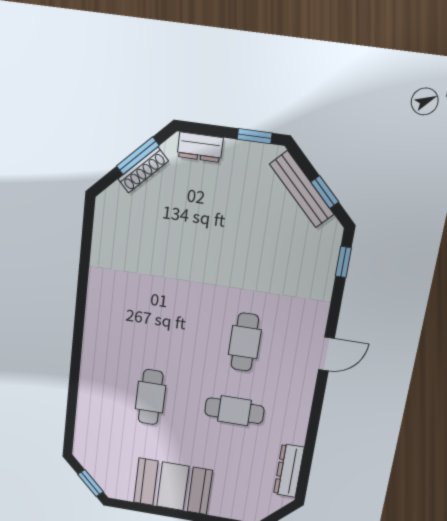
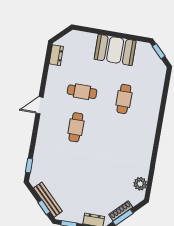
window: (325, 192) -> (44, 207), moved
plant: (106, 229) -> (140, 184), added
door: (326, 354) -> (40, 105), moved
dresser: (289, 471) -> (56, 55), width x0.70

